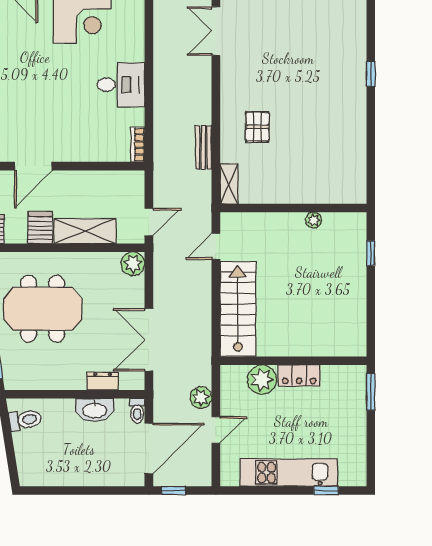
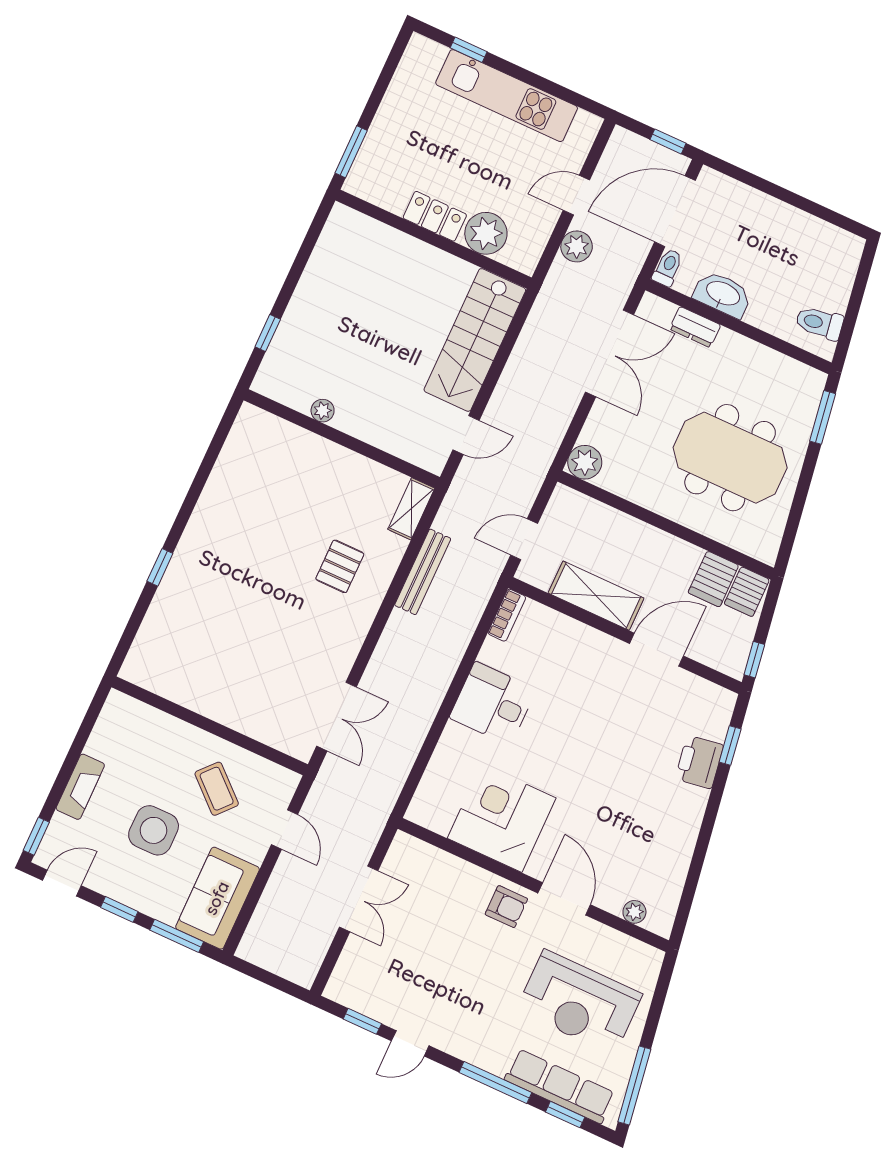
bench: (203, 147) -> (423, 572), width x1.36
door: (149, 222) -> (524, 539), moved
server rack: (40, 227) -> (713, 579), moved
shelving: (85, 231) -> (596, 596), moved

